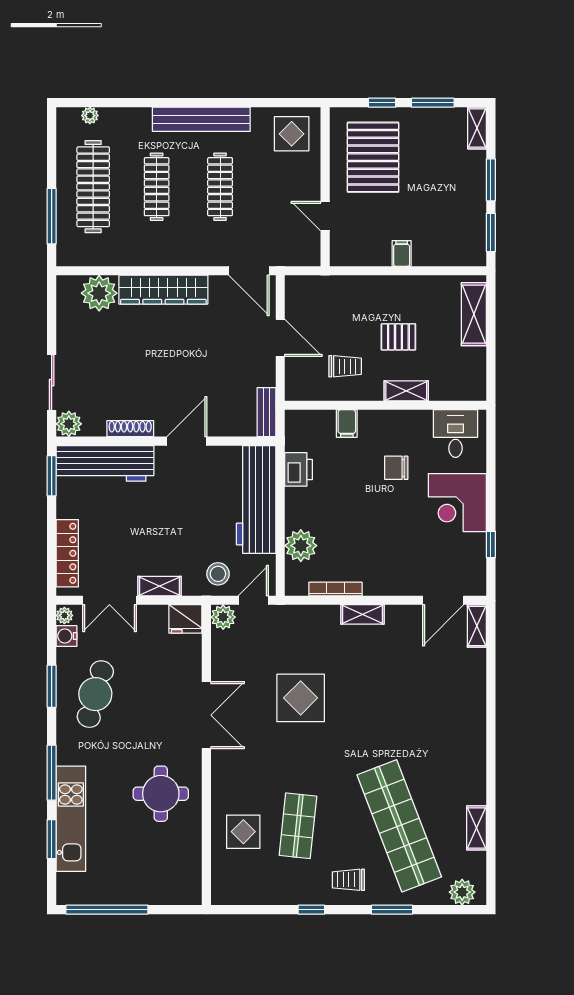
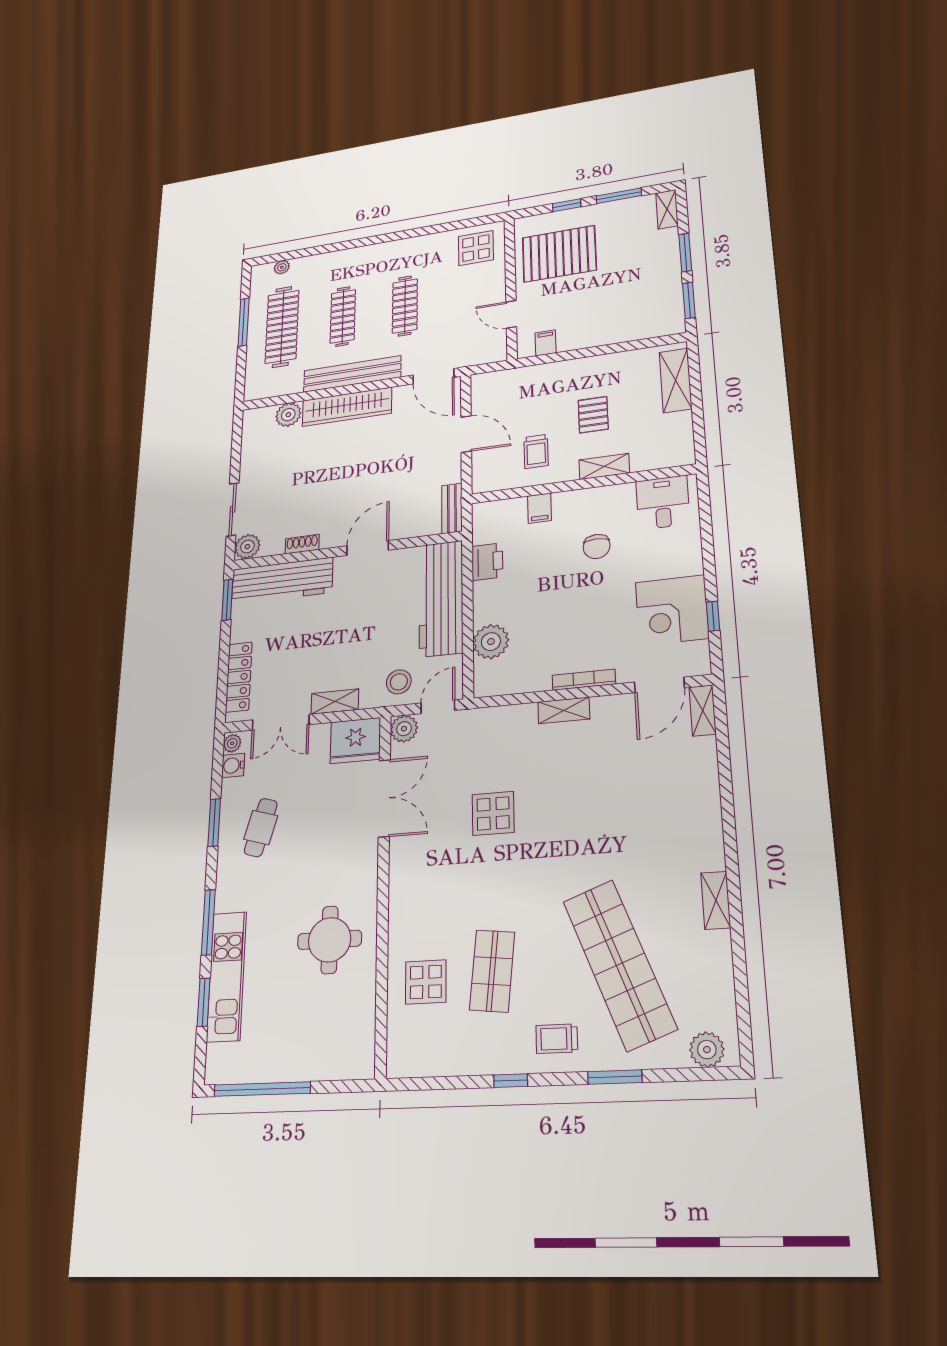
bench: (201, 119) -> (352, 374), moved
pallet: (373, 157) -> (559, 254), turned 90
window: (52, 216) -> (244, 322), moved
filing cabinet: (402, 254) -> (546, 343), moved
plant: (99, 293) -> (288, 415), width x0.73, depth x0.73
pallet: (398, 337) -> (593, 415), turned 90
trolley: (345, 366) -> (536, 451), turned 90
shoe rack: (130, 429) -> (302, 544), width x0.70
chair: (396, 468) -> (597, 546), turned -90
corner desk: (457, 503) -> (672, 610), moved
bookcase: (336, 589) -> (584, 680), moved
fridge: (185, 619) -> (355, 741), width x1.36, depth x1.34
cafe table: (95, 694) -> (261, 828), width x0.73, depth x0.74
display table: (301, 698) -> (493, 813), width x0.73, depth x0.73
double door: (206, 715) -> (384, 798), moved
shelving: (477, 828) -> (716, 900), moved

